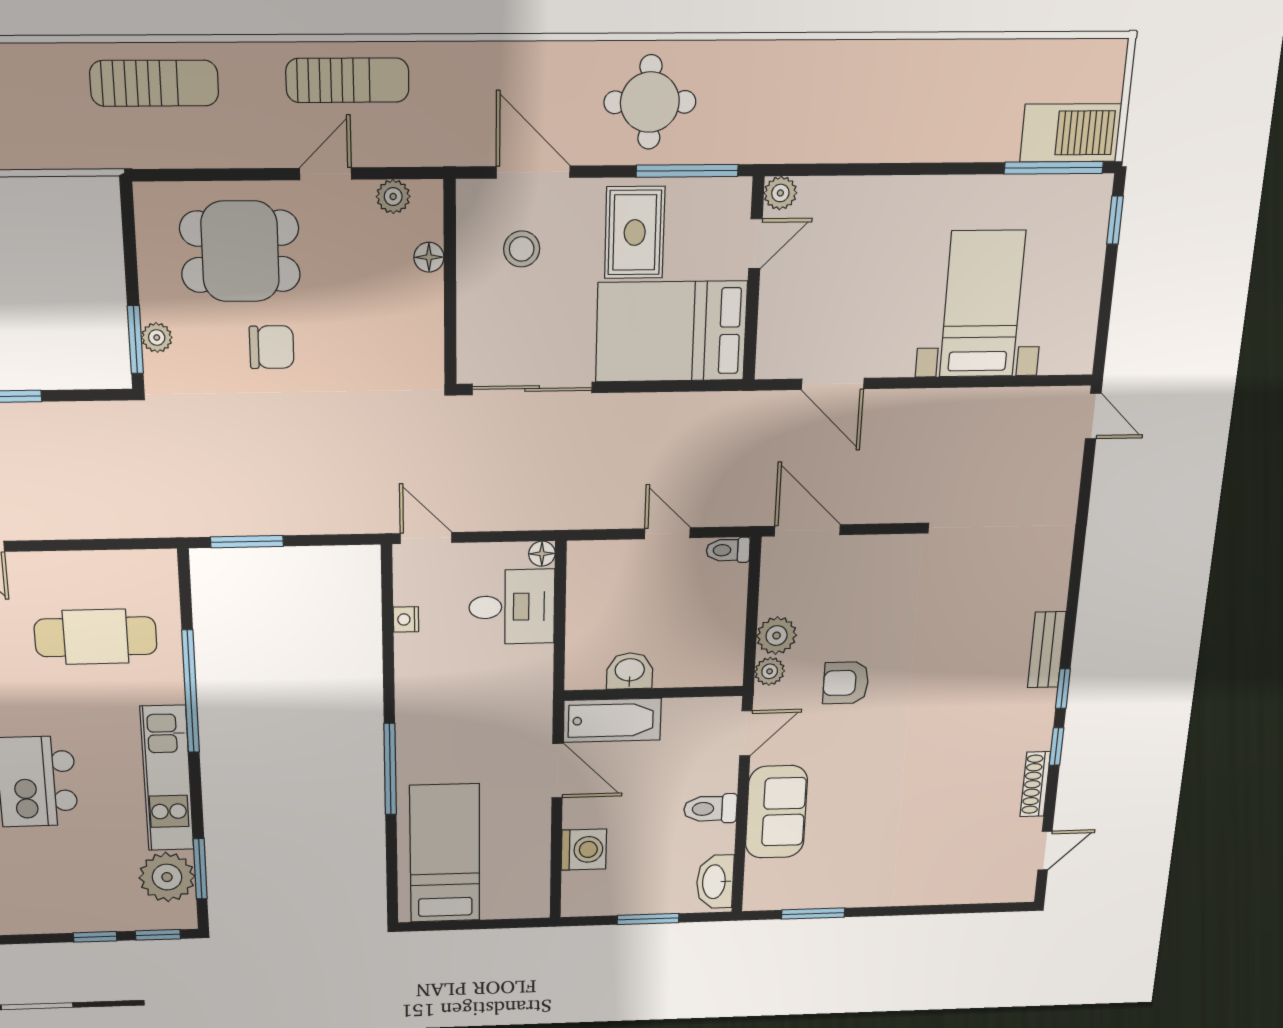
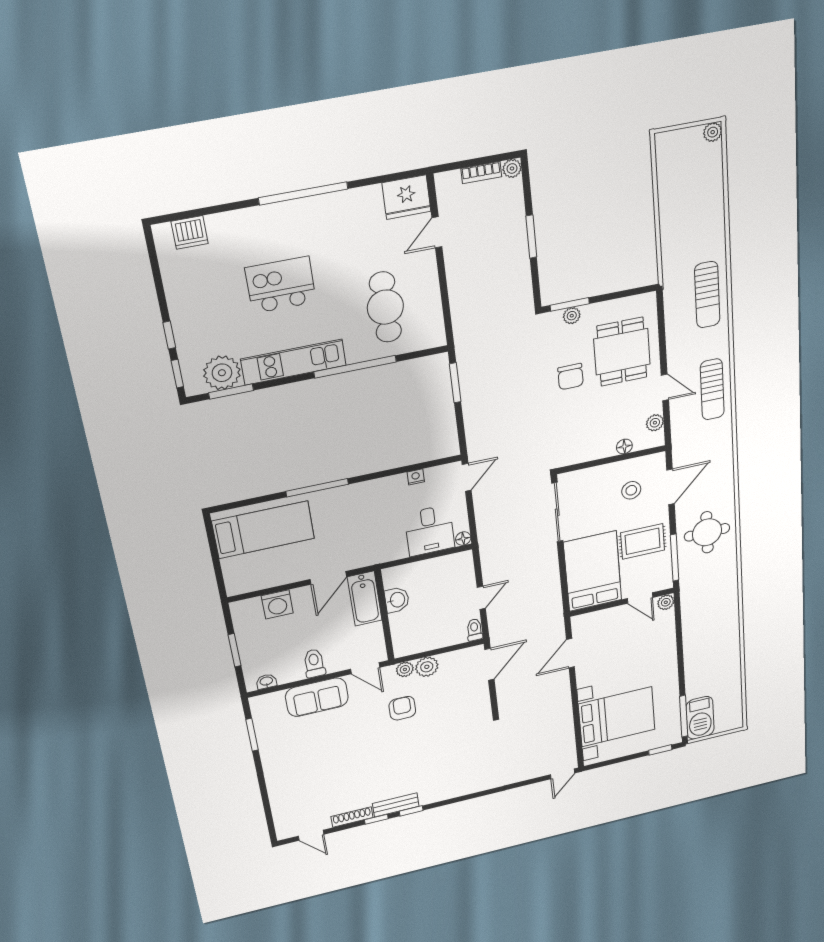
bed with nightstands: (982, 304) -> (617, 717), width x1.36
bench: (1047, 650) -> (396, 805), moved
washbasin: (715, 882) -> (266, 681), width x0.52, depth x0.69

